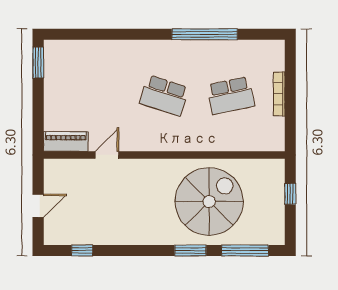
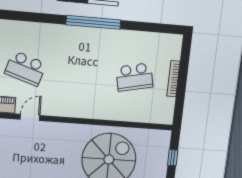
window: (205, 34) -> (93, 22), moved
school desk: (164, 96) -> (26, 68), moved

